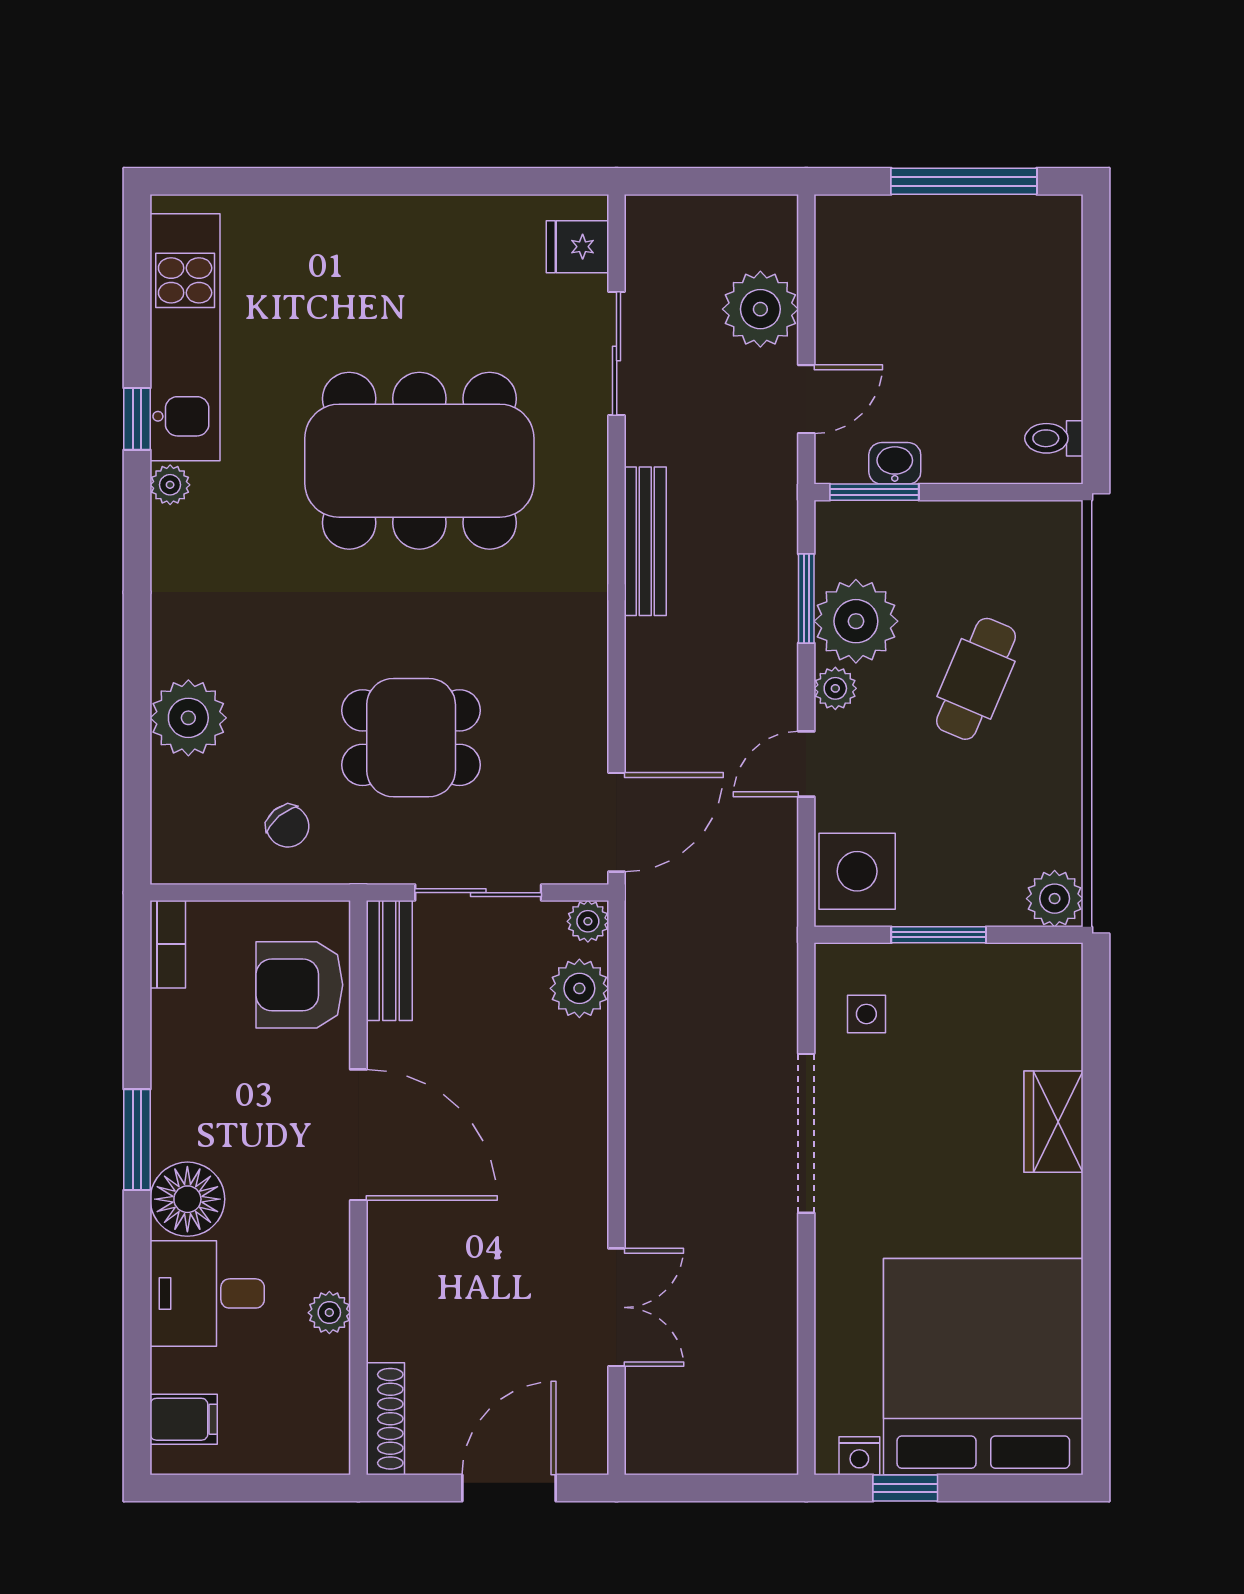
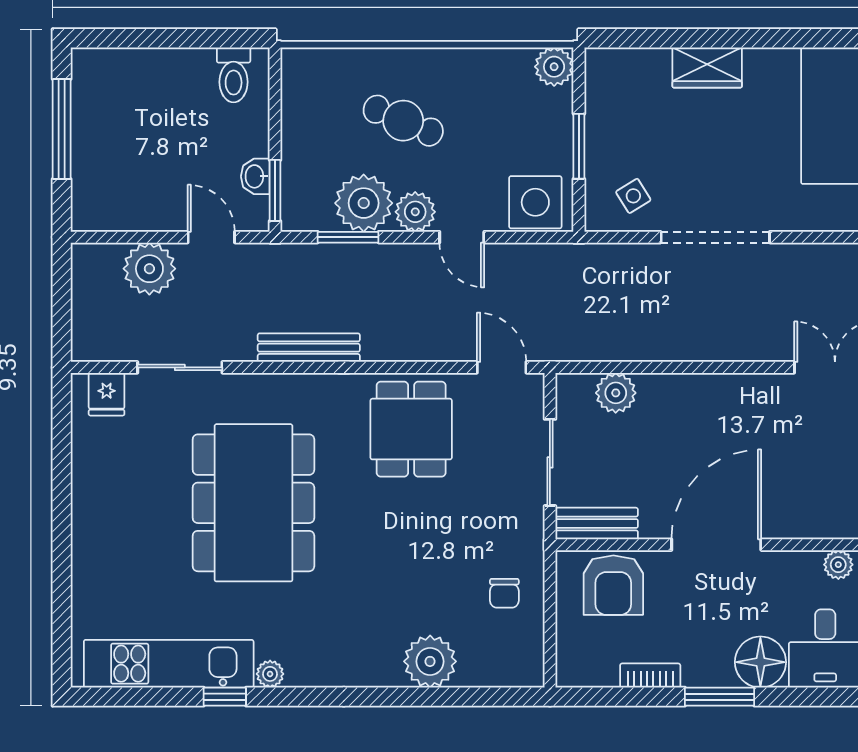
toilet: (1054, 438) -> (234, 75), width x1.37, depth x1.39
plant: (835, 688) -> (415, 212), width x1.38, depth x1.38
dining table: (411, 738) -> (411, 429), moved
door: (617, 822) -> (502, 367), width x0.73
chair: (288, 826) -> (504, 593), turned 130
plant: (588, 921) -> (570, 387), removed
bookcase: (168, 944) -> (650, 676), moved
side table: (866, 1014) -> (633, 196), turned -32

